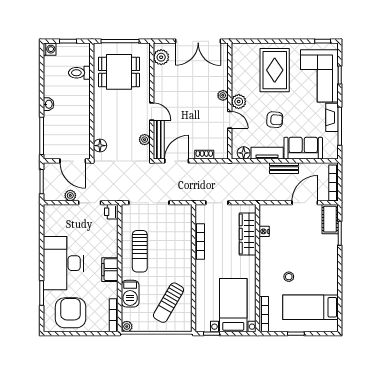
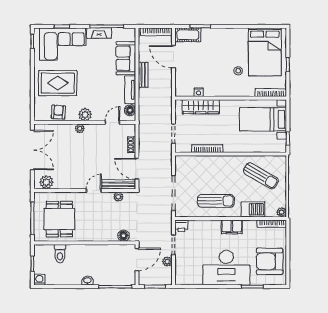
door: (230, 120) -> (112, 122), moved
armchair: (275, 120) -> (58, 112), moved
bed: (310, 307) -> (265, 52), width x1.50

